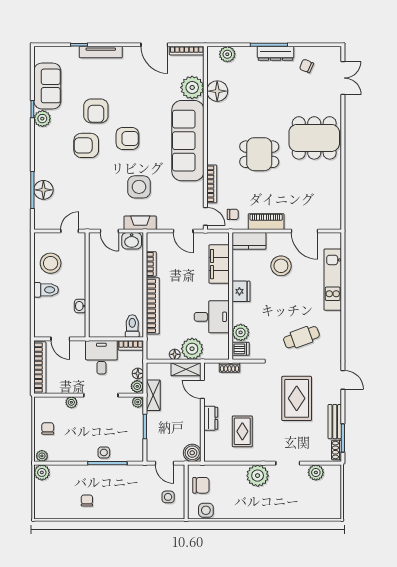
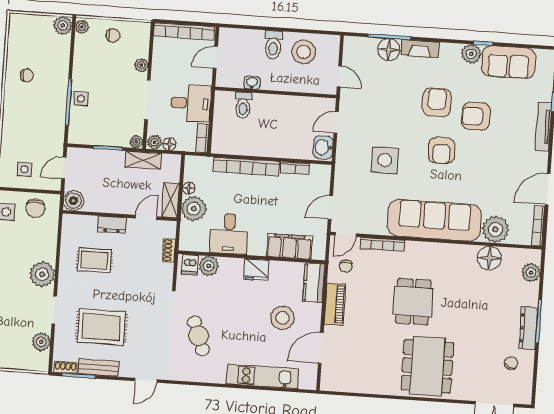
fireplace: (140, 223) -> (420, 49), moved, turned 90
toilet: (132, 326) -> (243, 105), moved, turned 90
rug: (297, 398) -> (101, 327), moved

